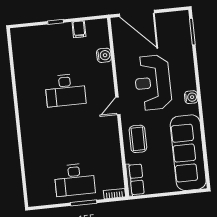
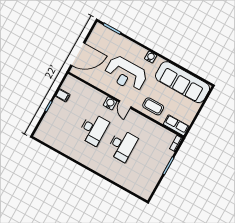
water cooler: (104, 55) -> (110, 103), moved
desk: (75, 180) -> (122, 145), moved

